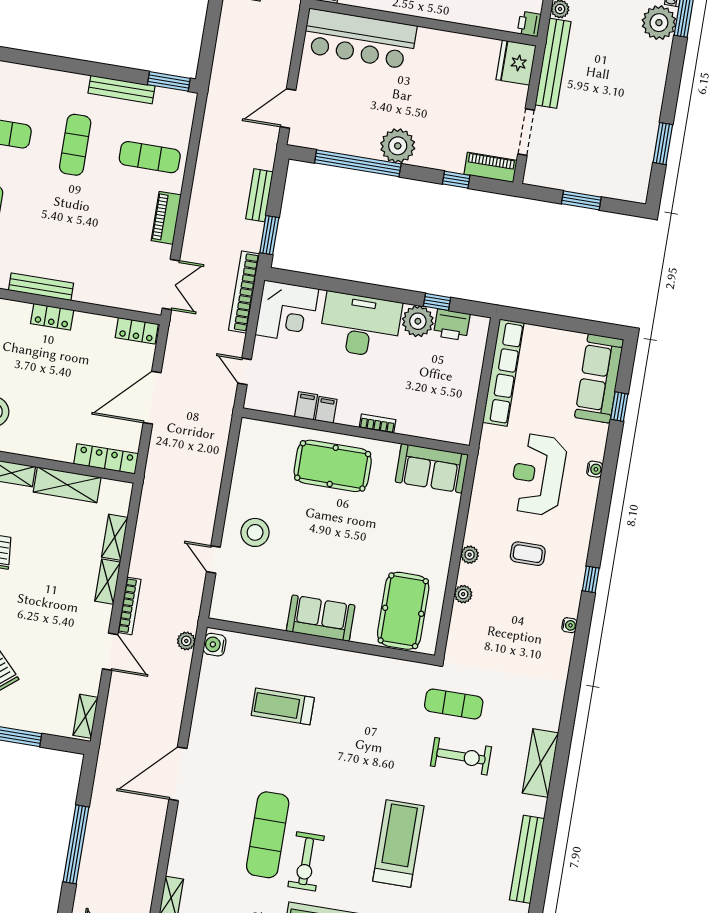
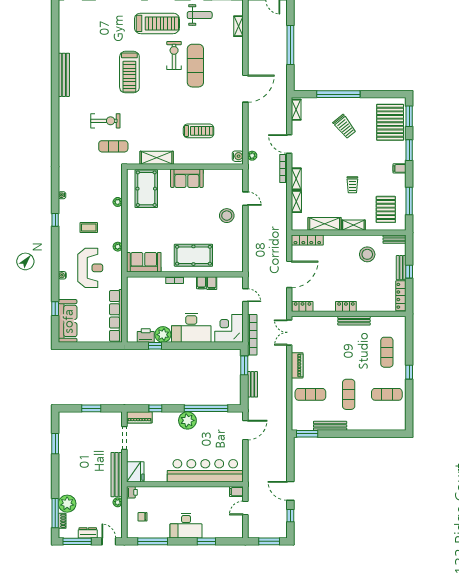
bar counter: (360, 39) -> (205, 471), width x1.36
plant: (470, 555) -> (118, 247), moved
exercise bike: (461, 756) -> (105, 121), turned 180
shelving: (540, 763) -> (157, 158), moved, turned 90

